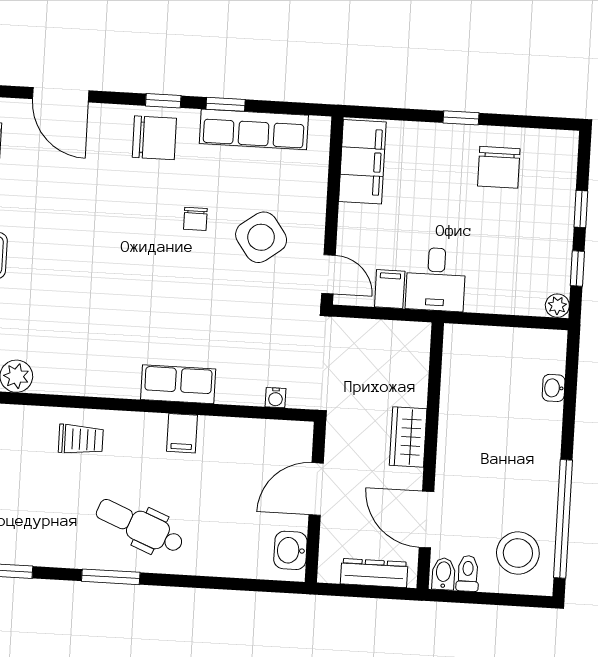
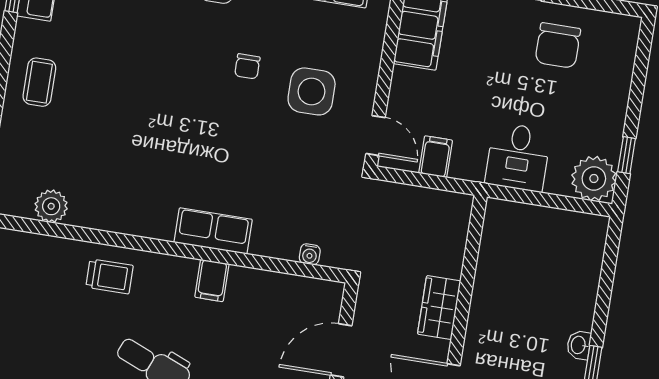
window: (581, 209) -> (636, 96), removed
side table: (261, 237) -> (312, 91), turned 36
desk: (436, 279) -> (518, 157), moved
plant: (557, 306) -> (594, 179), width x1.87, depth x1.87
washbasin: (554, 388) -> (579, 345), moved

